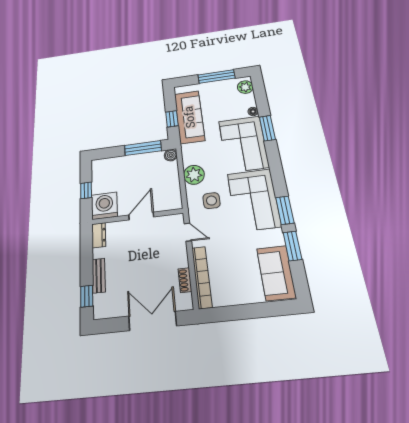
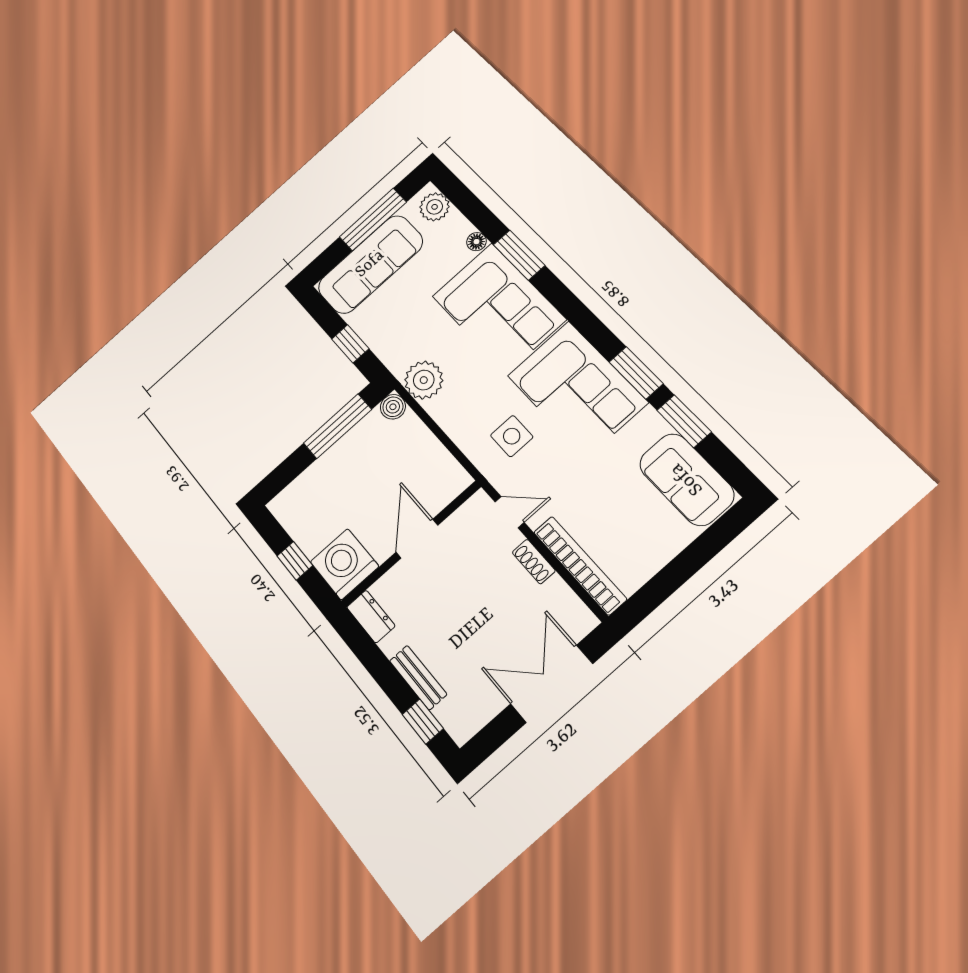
sofa: (189, 117) -> (370, 264), moved, turned 90
plant: (194, 175) -> (424, 380), moved
shoe rack: (185, 280) -> (534, 562), moved

